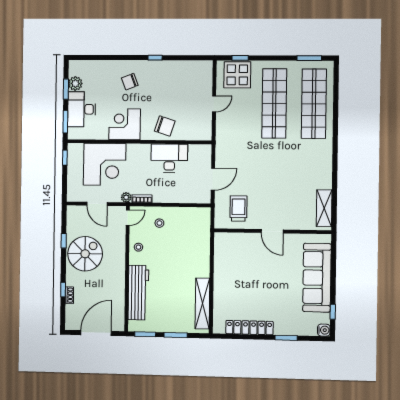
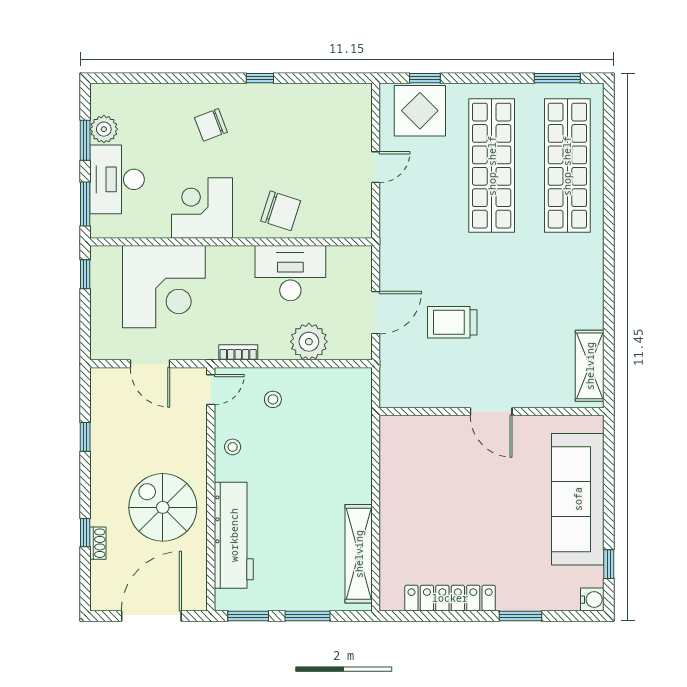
plant: (126, 197) -> (309, 342), moved, width x1.88, depth x1.88
trolley: (238, 209) -> (452, 322), moved, turned -90
spiral stairs: (85, 254) -> (163, 507), moved, turned -90

